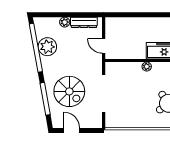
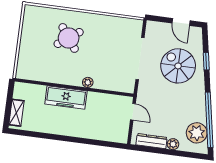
plant: (47, 47) -> (197, 133), moved
window: (45, 99) -> (206, 61), width x0.46

